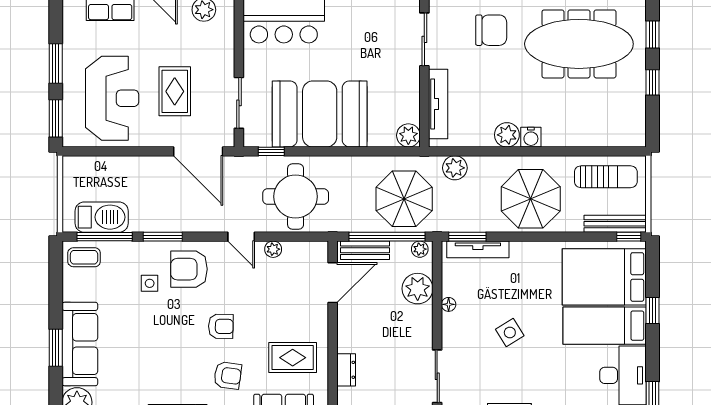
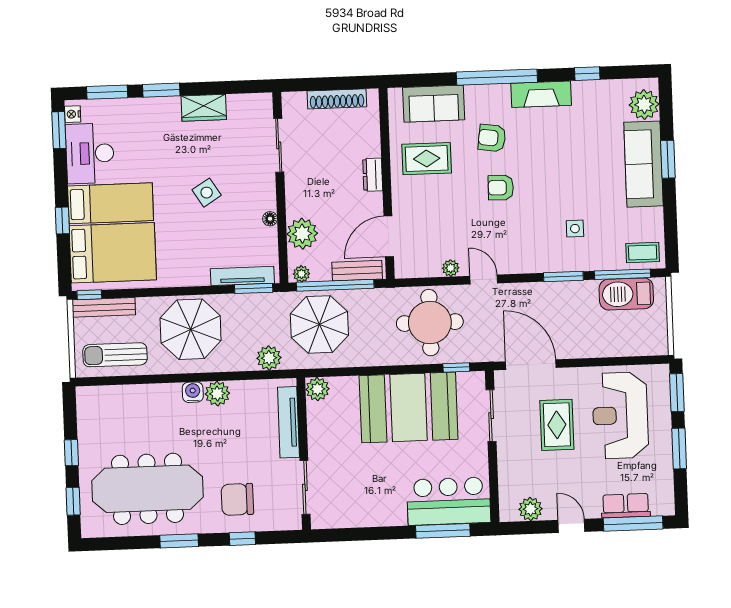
armchair: (189, 269) -> (535, 244), removed
dresser: (346, 370) -> (373, 175), moved

